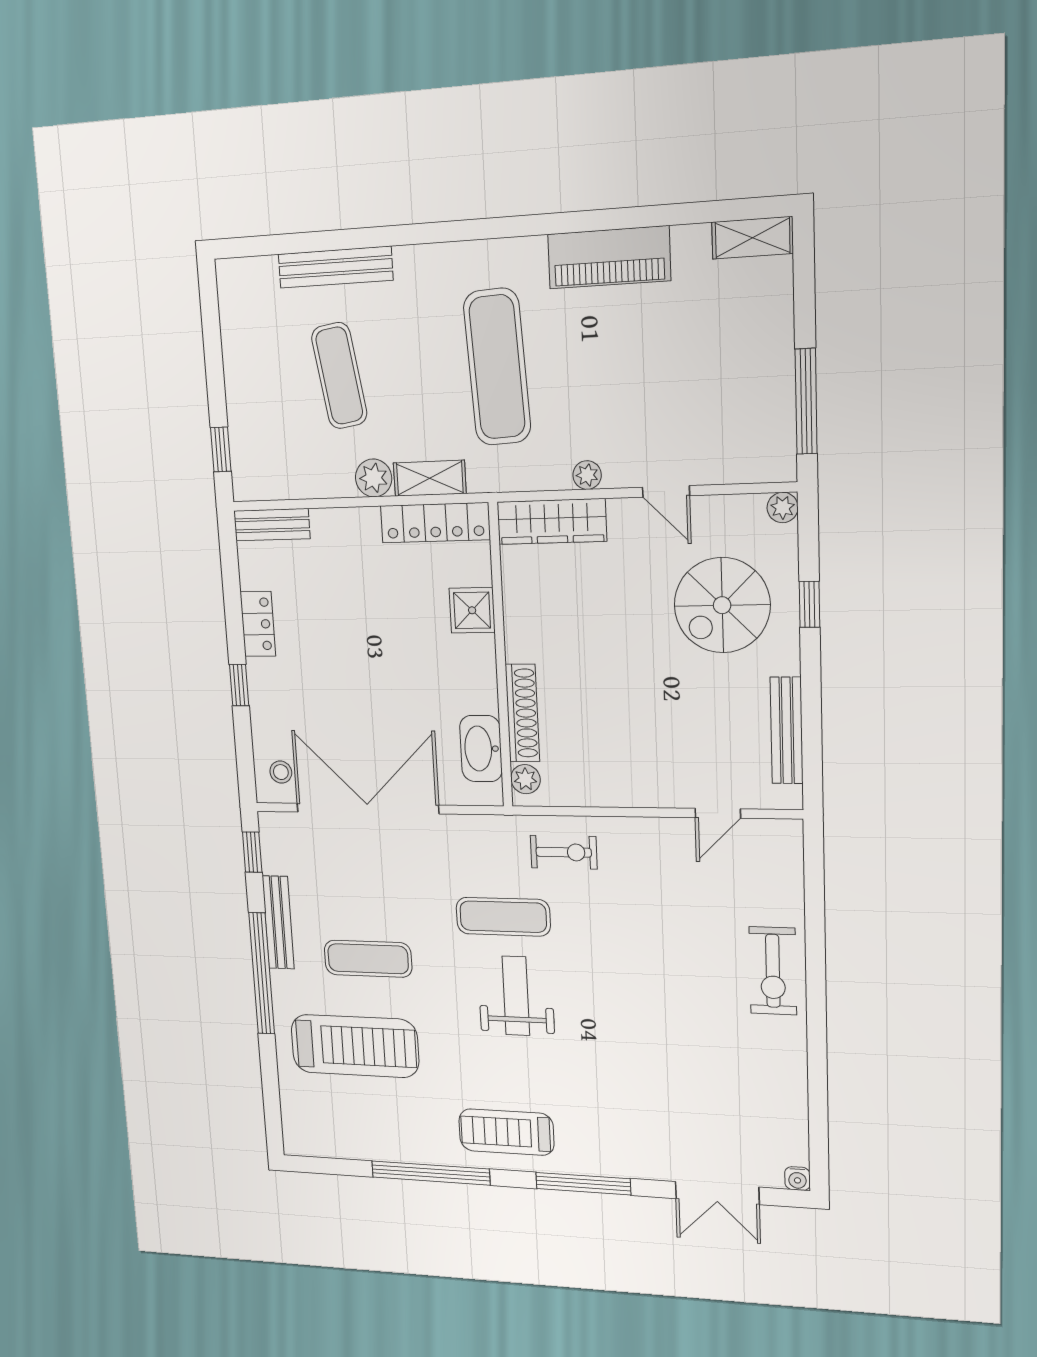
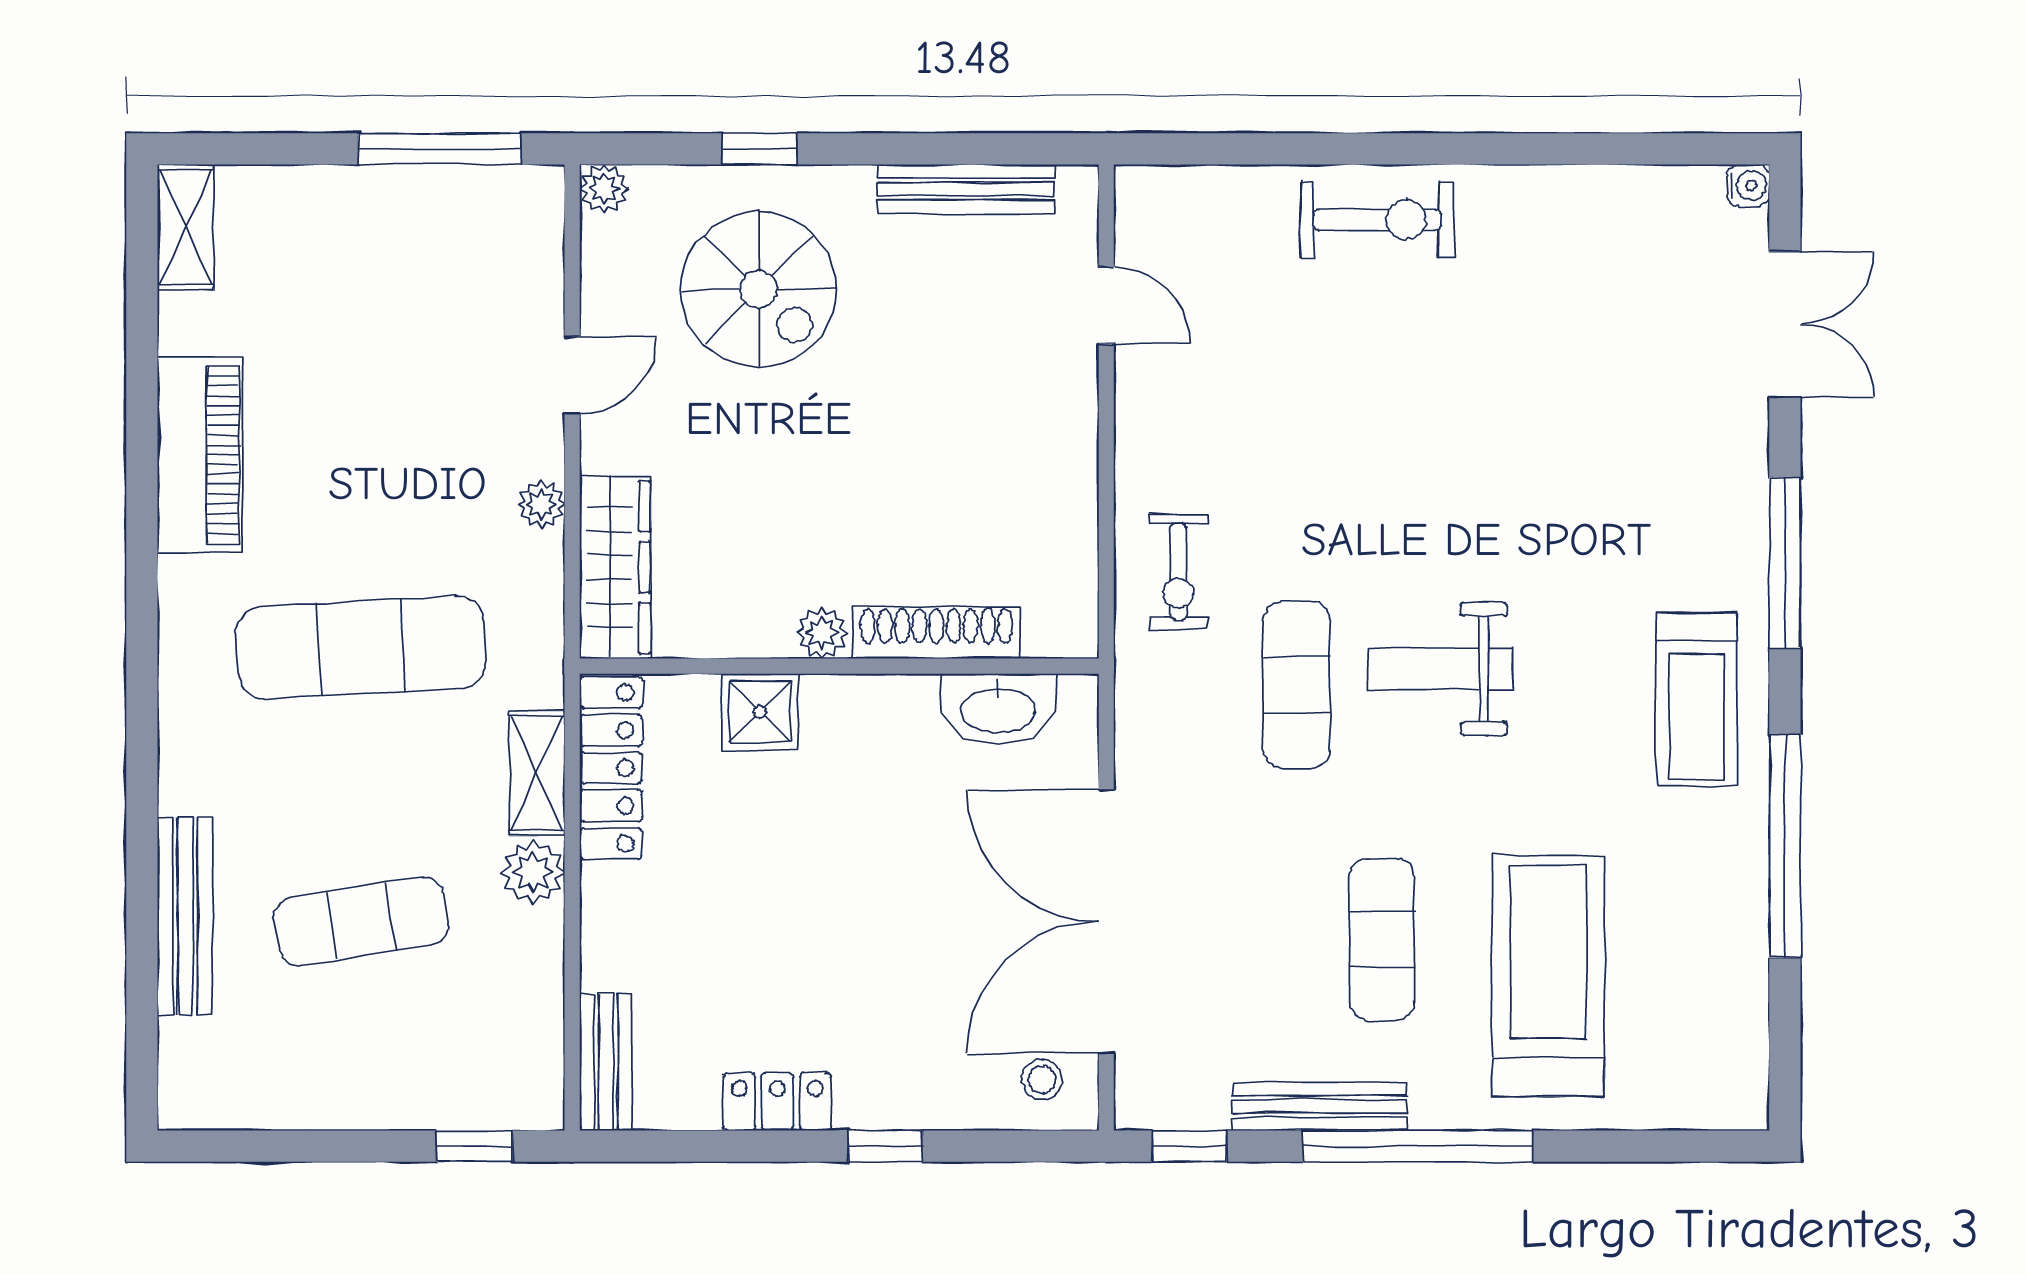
plant: (525, 779) -> (822, 633), moved
exercise bike: (564, 852) -> (1178, 572), turned 180

